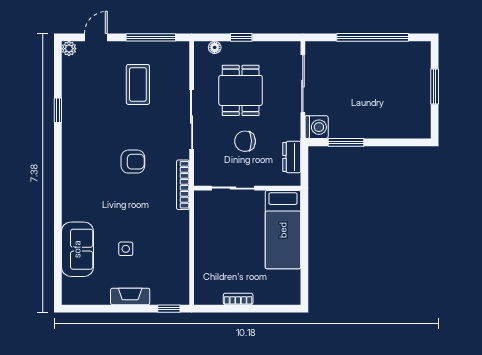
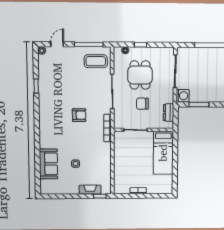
coffee table: (138, 84) -> (96, 61), moved, turned 90
fireplace: (130, 296) -> (90, 190), moved

